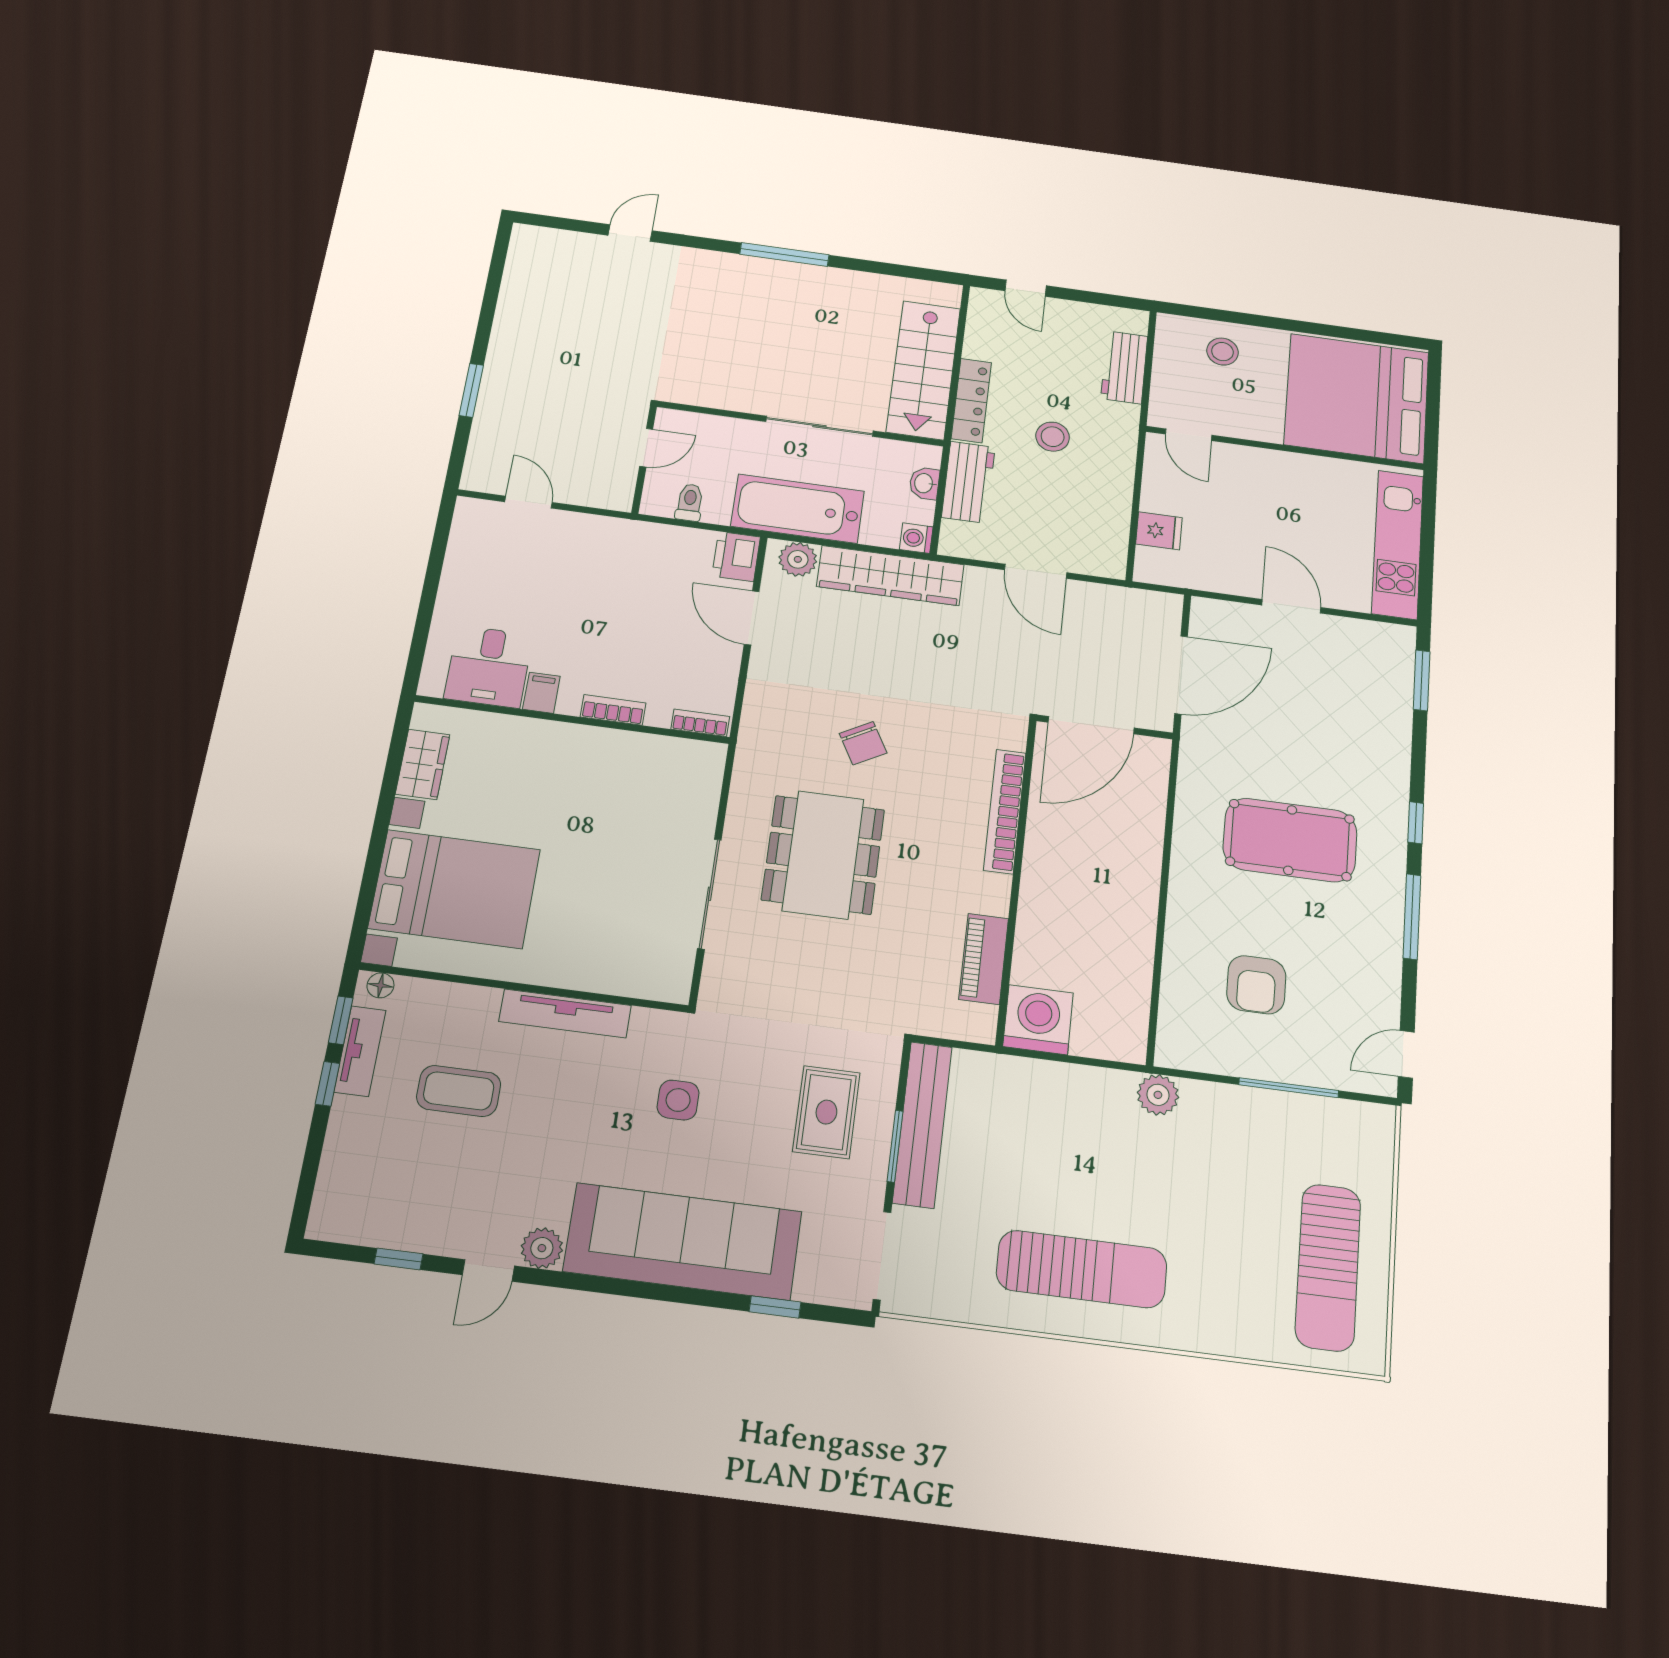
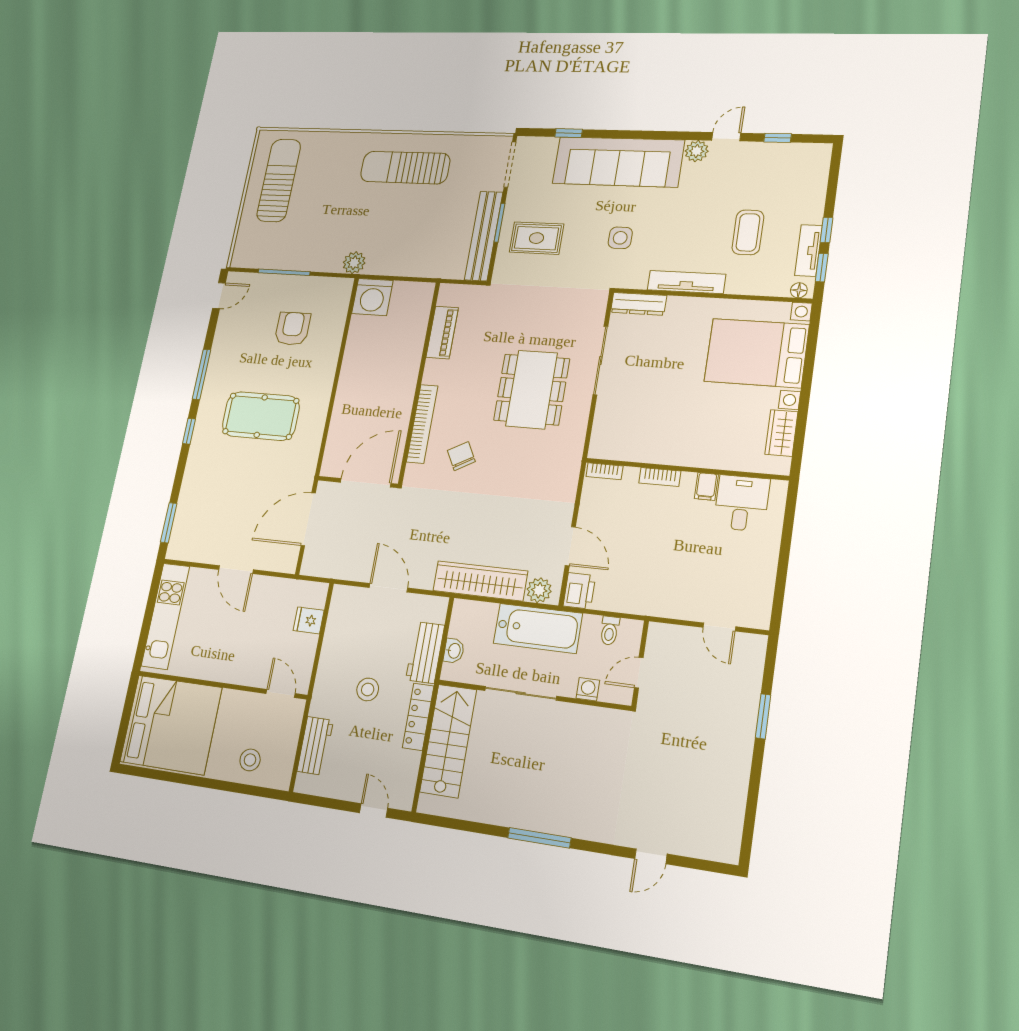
washing machine: (916, 538) -> (588, 689), moved, turned -90
chair: (863, 743) -> (461, 456), moved
dresser: (646, 983) -> (639, 304), added
washing machine: (1038, 1020) -> (372, 297), moved
coffee table: (459, 1091) -> (748, 232), turned 90
rug: (826, 1112) -> (536, 238), turned 90

